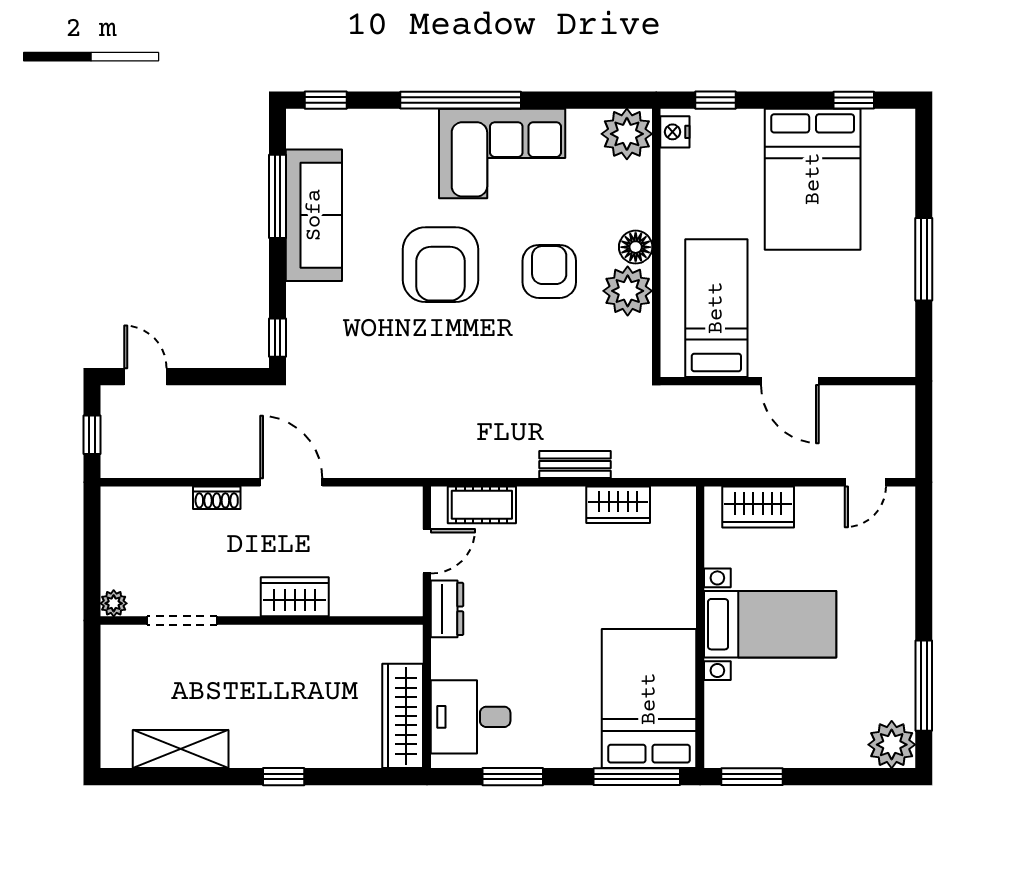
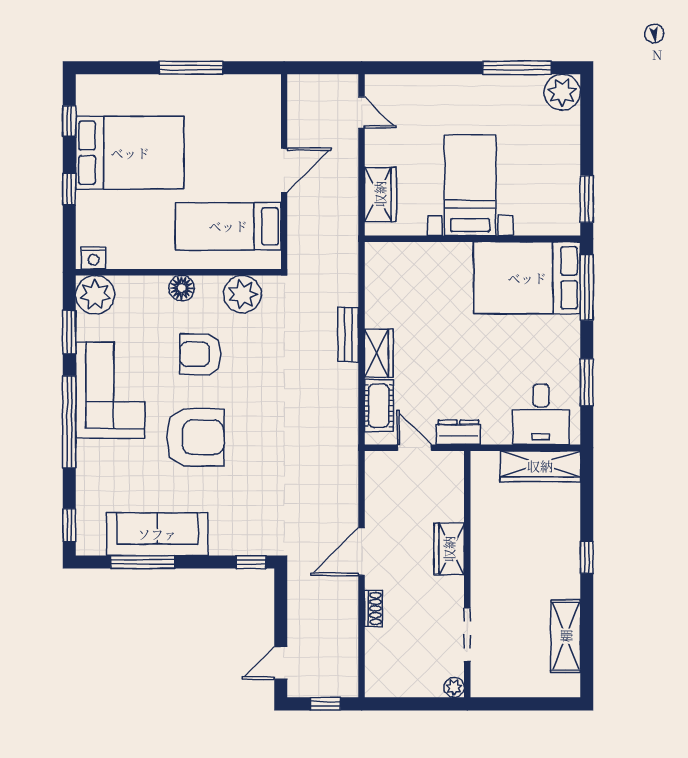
window: (578, 100) -> (69, 332), added
window: (715, 100) -> (69, 189), moved
plant: (628, 291) -> (242, 294), moved
wardrobe: (618, 505) -> (379, 353), moved

